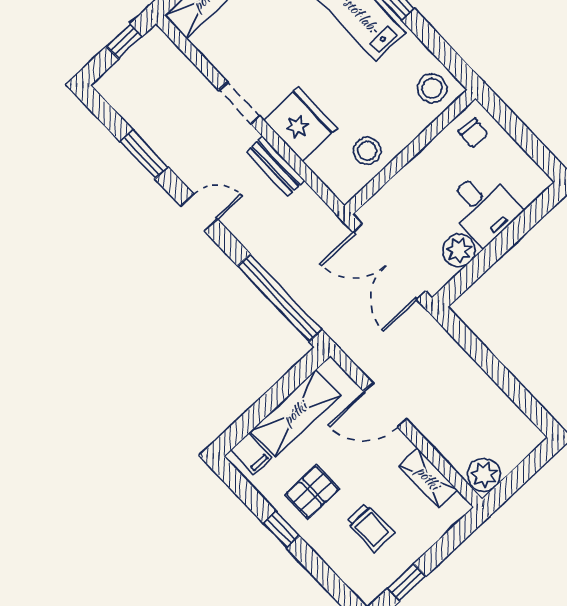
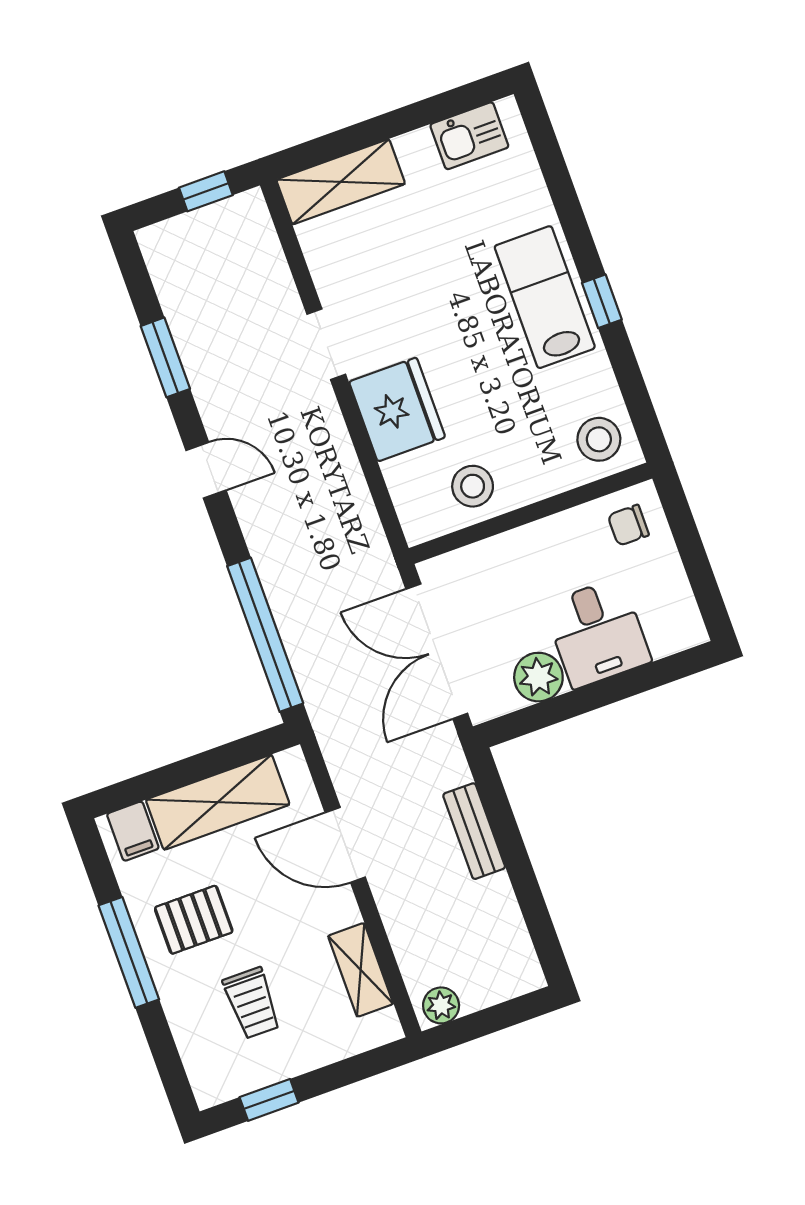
chair: (473, 133) -> (628, 525), turned 85
bench: (275, 166) -> (474, 831), moved
plant: (484, 475) -> (441, 1005), width x0.73, depth x0.73
window: (281, 529) -> (129, 952), width x2.17

